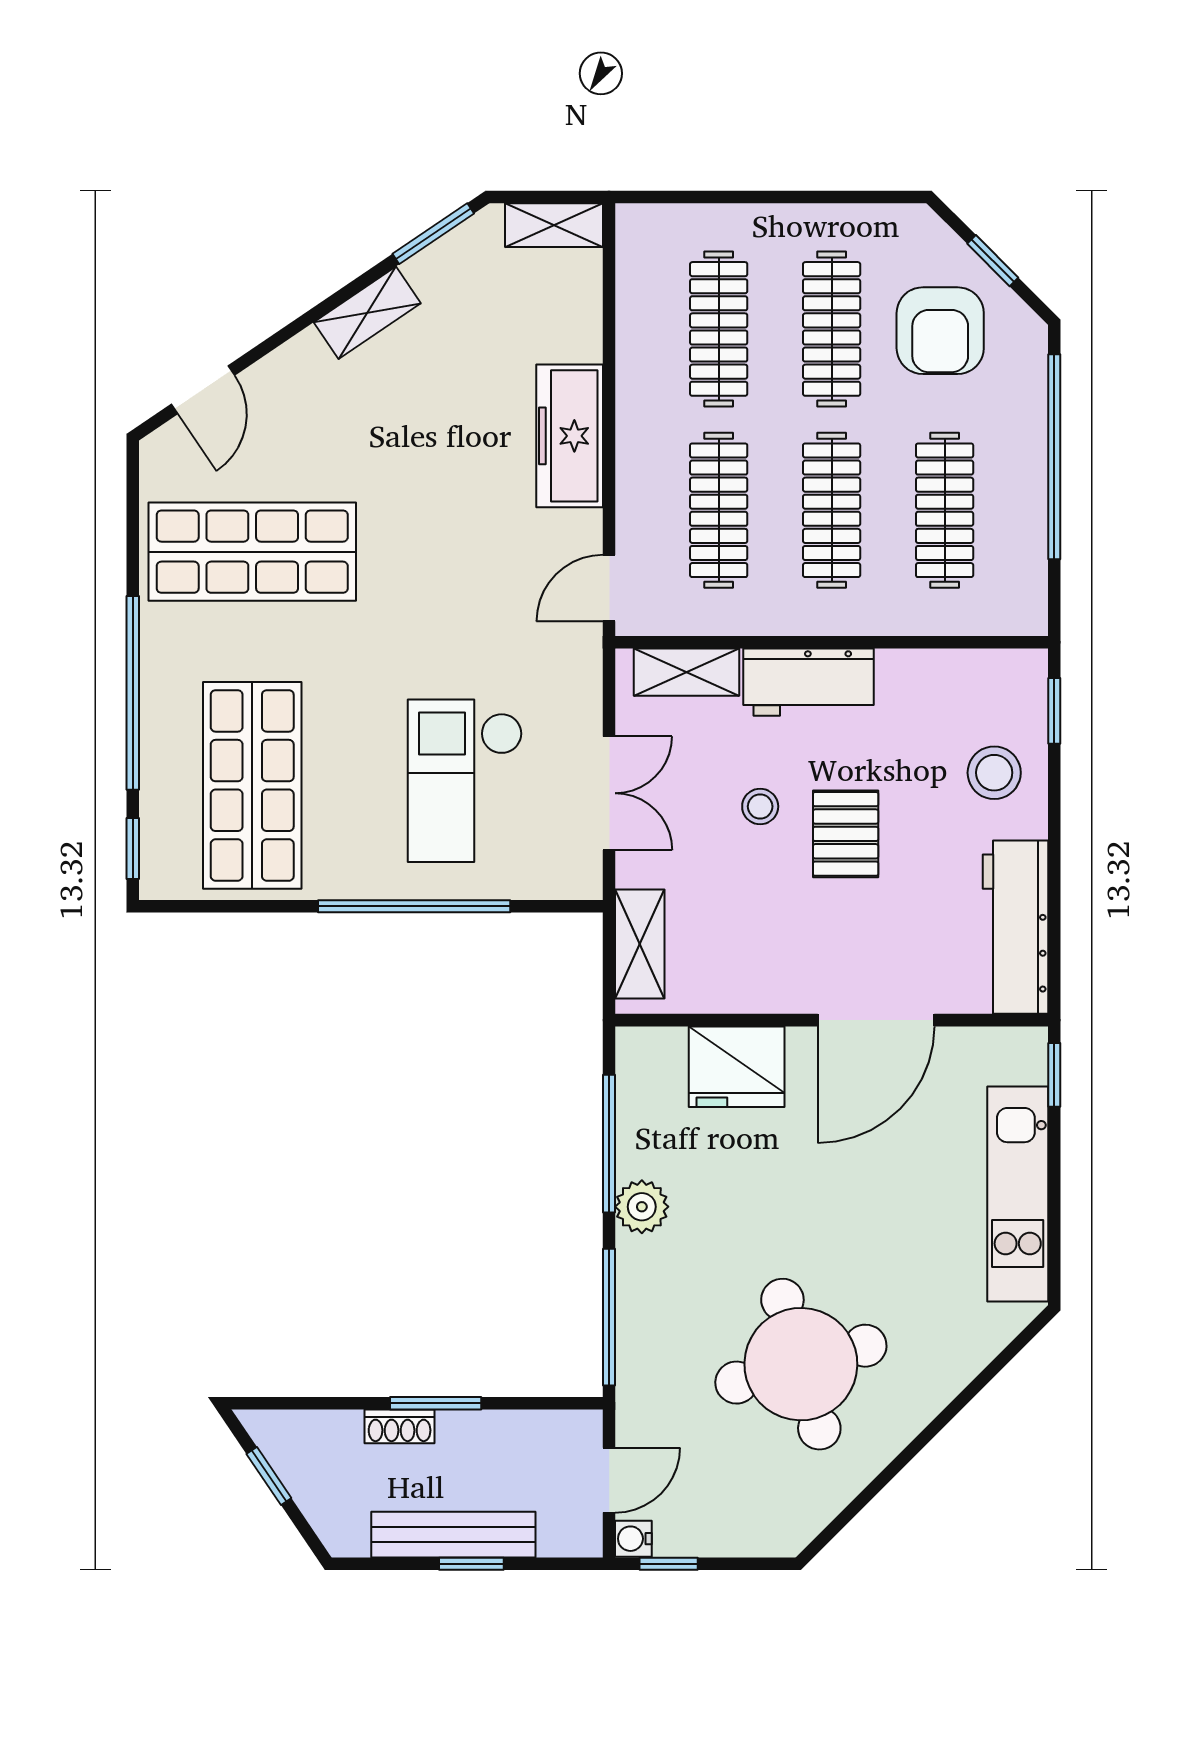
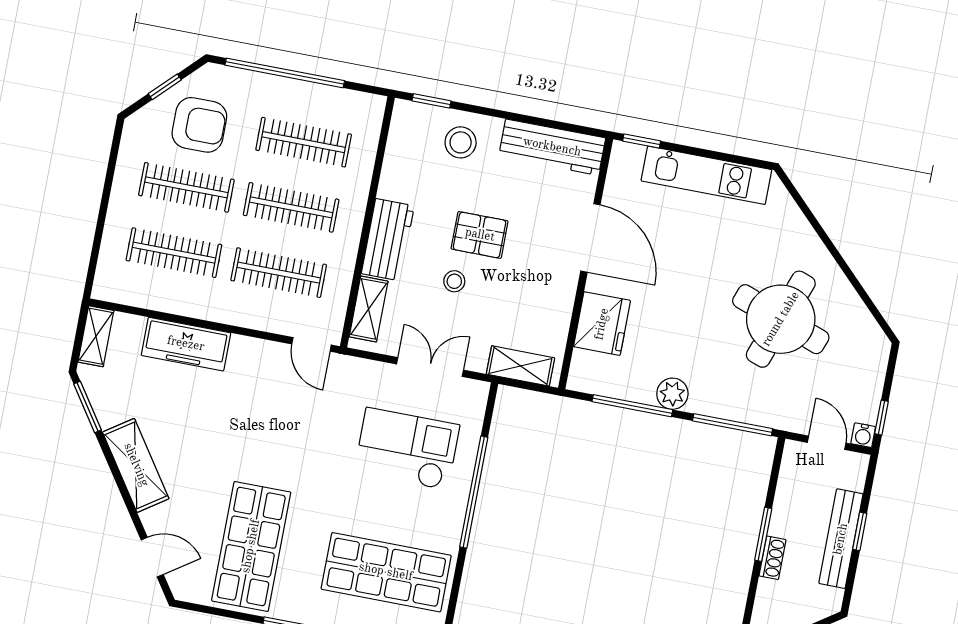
shelving: (367, 313) -> (136, 465), width x1.50, depth x1.33
freezer: (570, 436) -> (186, 344), moved
checkout: (465, 781) -> (407, 449), turned 180
round table: (801, 1364) -> (781, 319), turned 36

